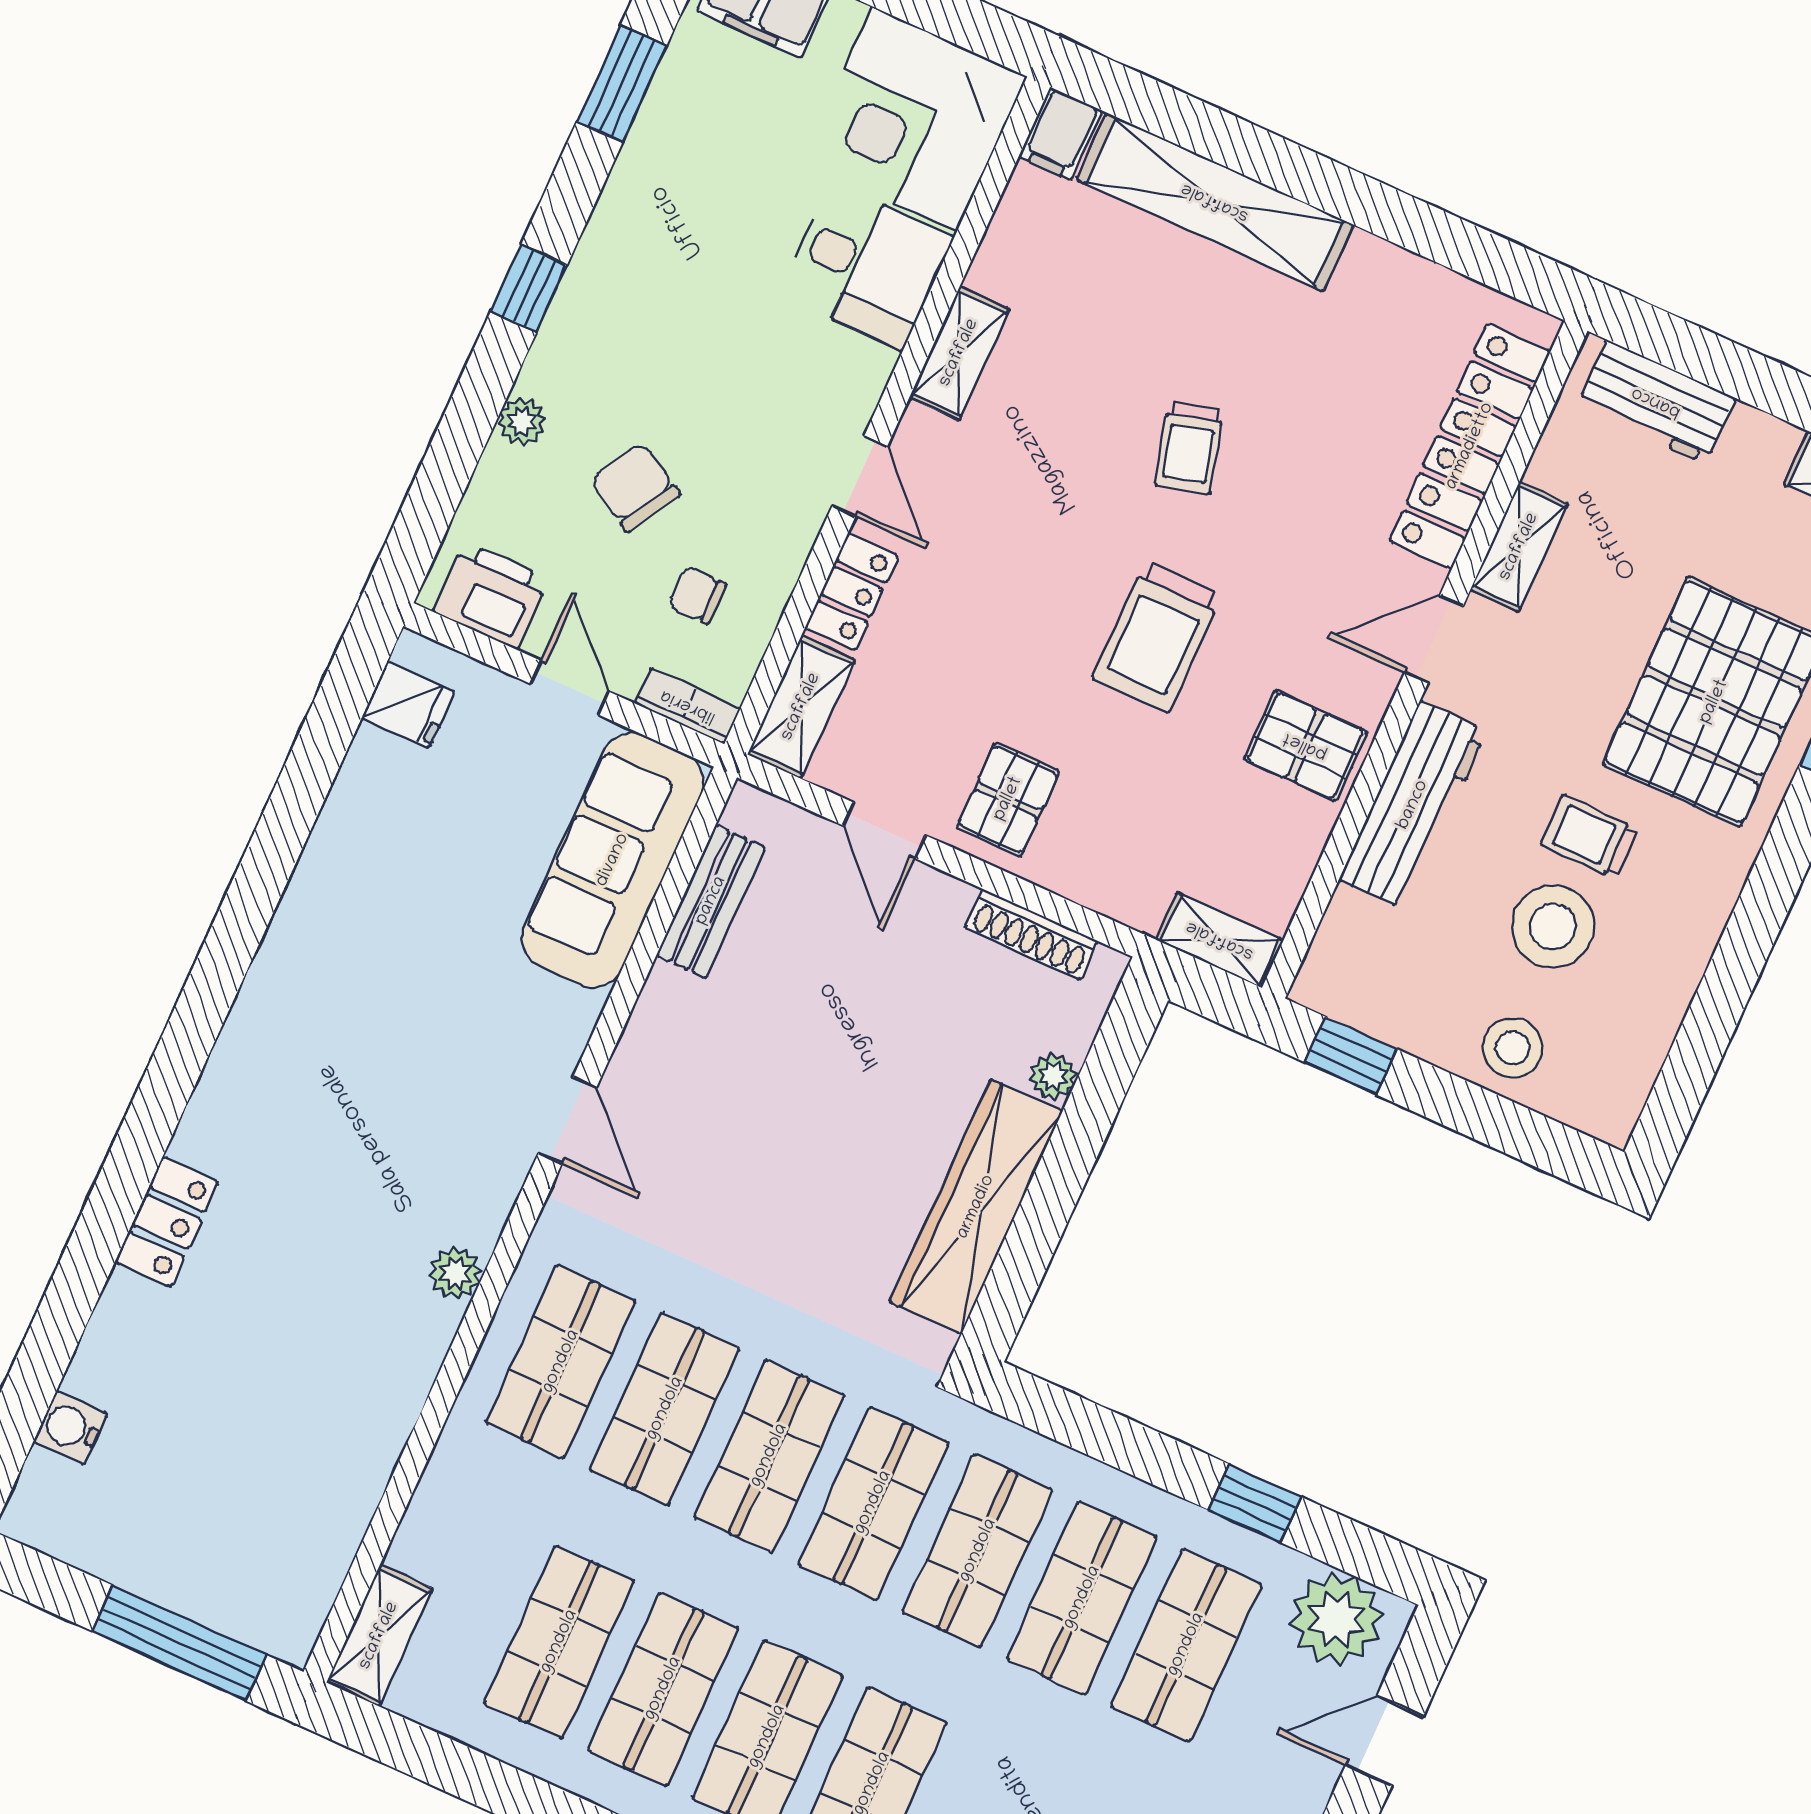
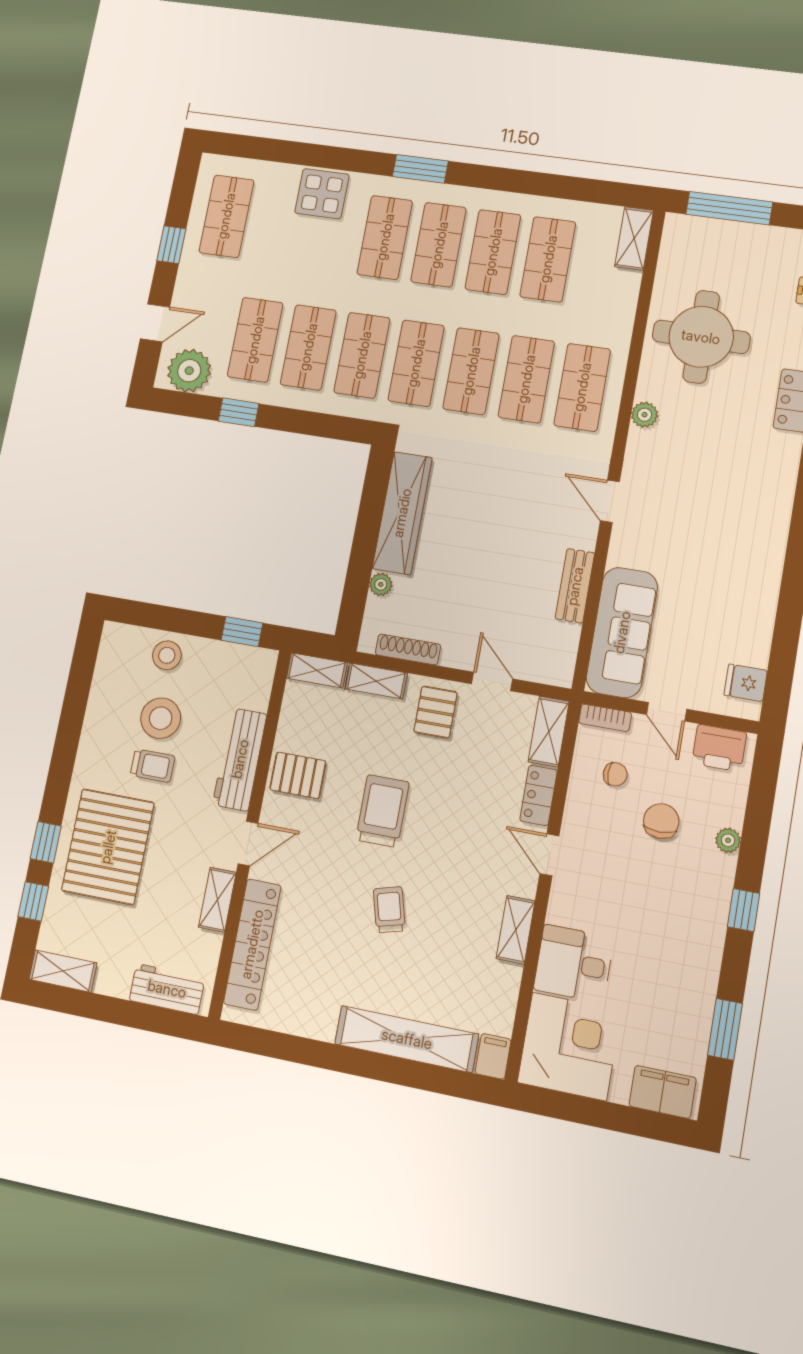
chair: (635, 487) -> (661, 821), turned -120
shelving: (1108, 889) -> (376, 681), added
bench: (711, 901) -> (575, 586), moved
round table: (305, 1398) -> (701, 337), added

